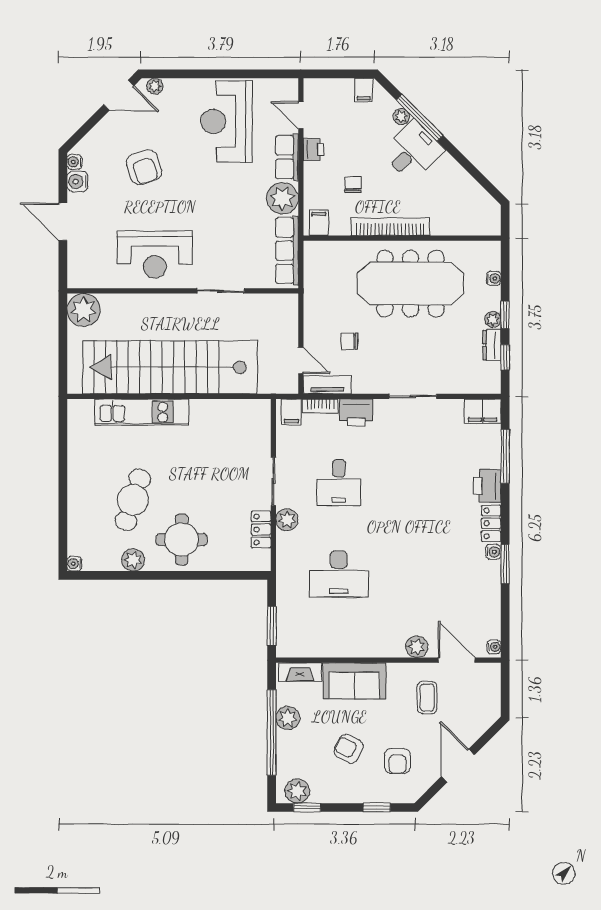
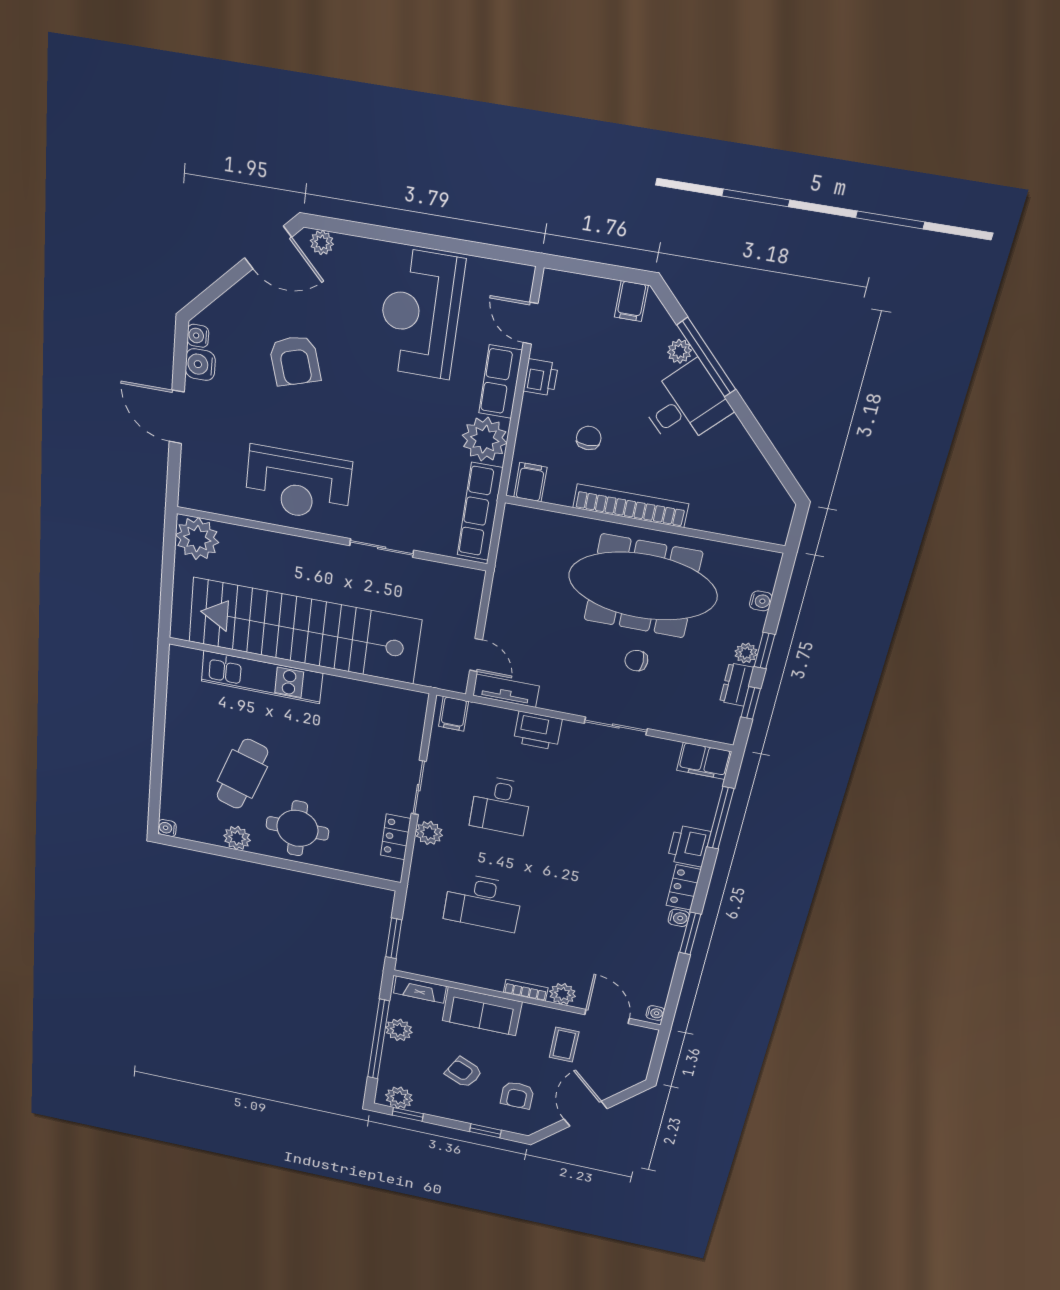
chair: (350, 341) -> (636, 661), moved
bookcase: (320, 406) -> (526, 990), moved, turned 180

